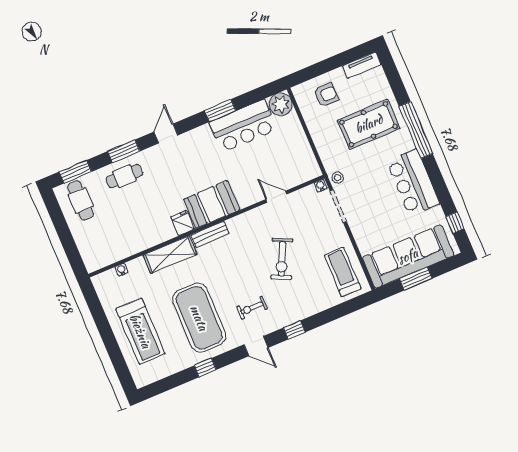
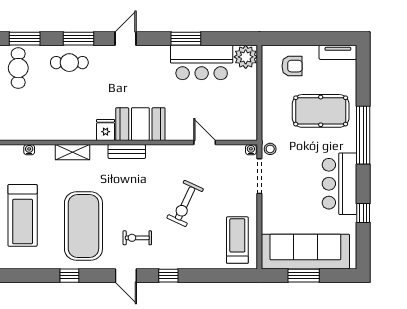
window: (455, 223) -> (363, 213), moved
shelving: (170, 255) -> (72, 152), width x0.67, depth x0.75

